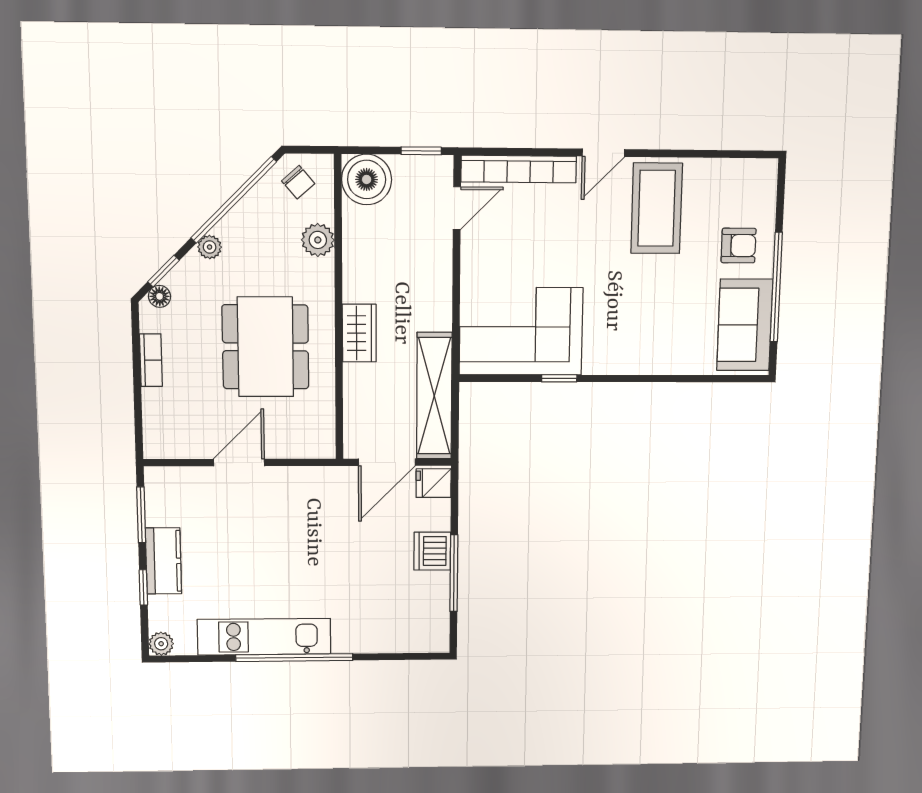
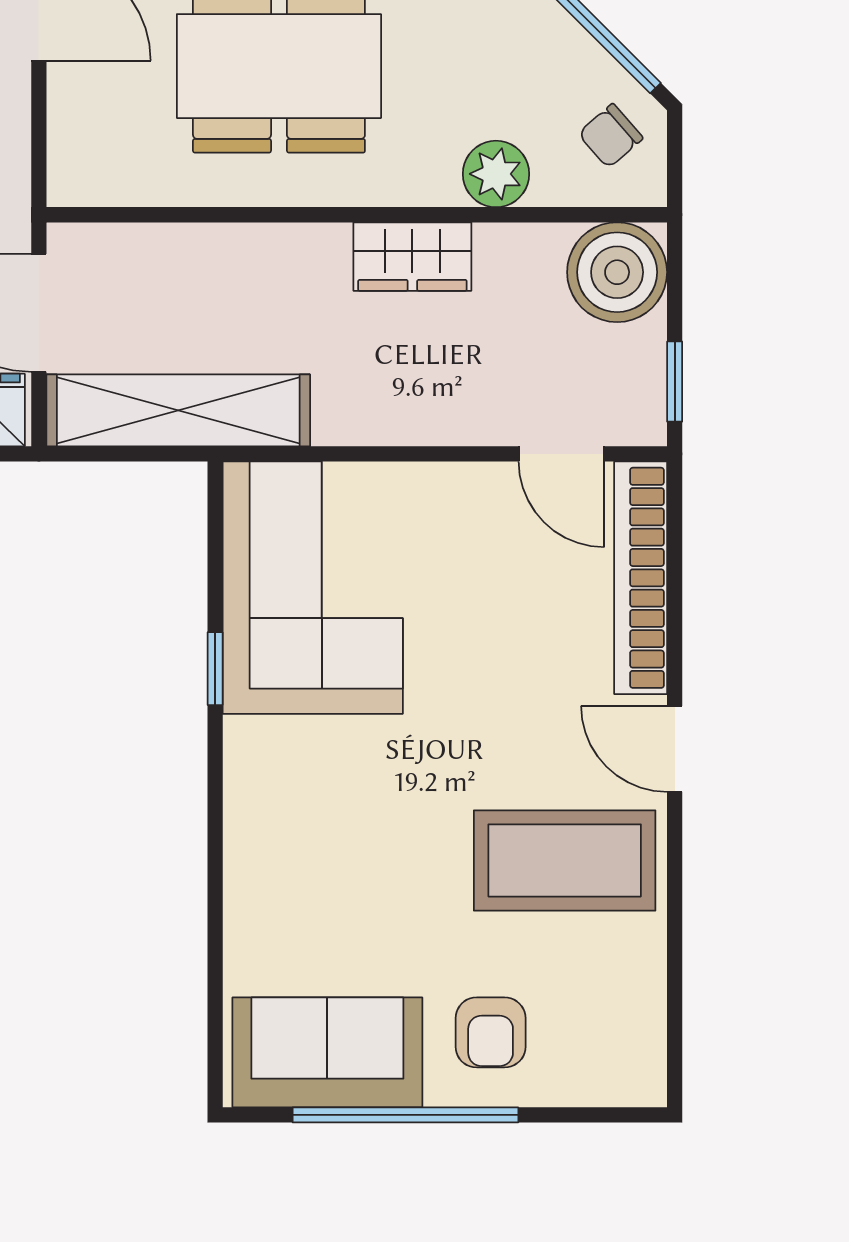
wardrobe: (359, 333) -> (412, 257), moved

